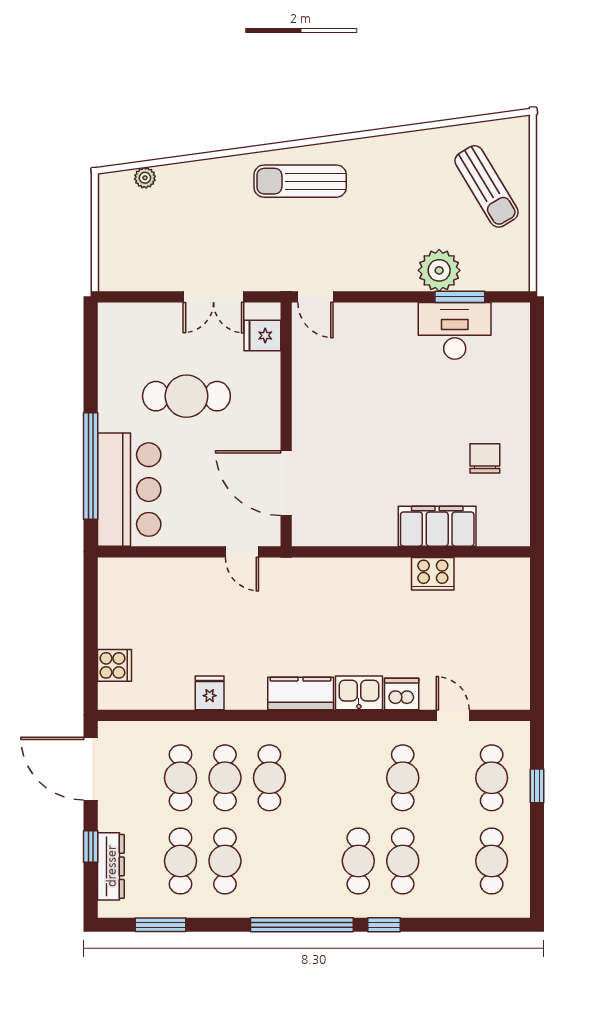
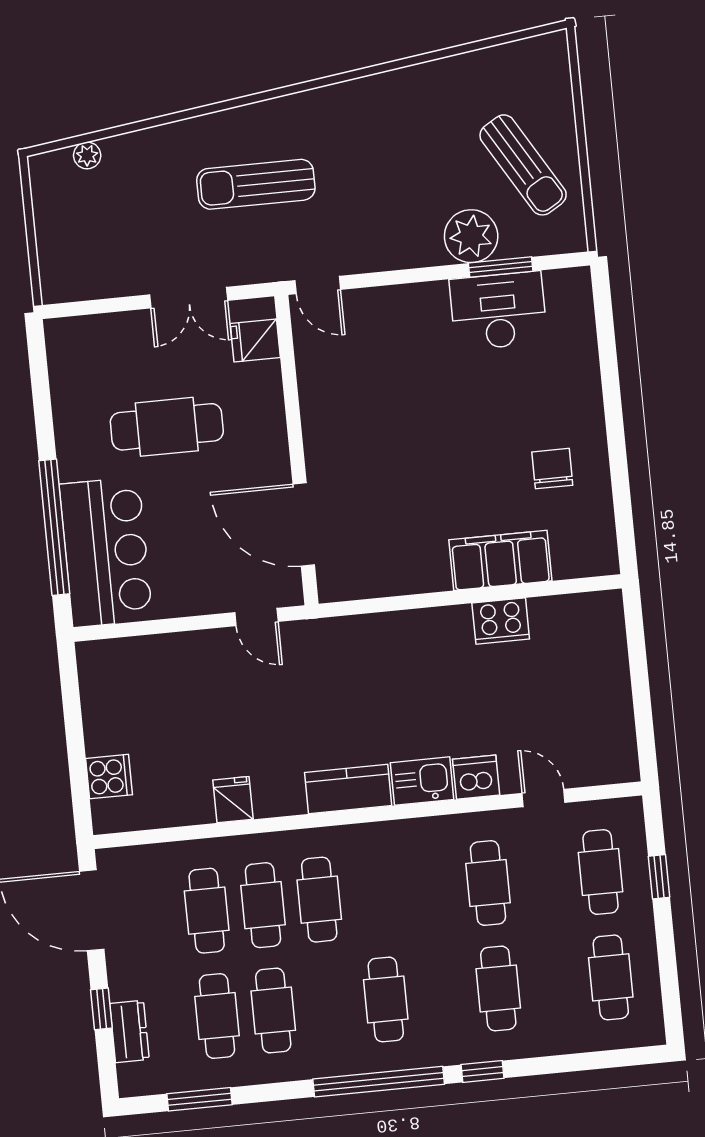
sun lounger: (300, 181) -> (256, 184), moved
sun lounger: (487, 186) -> (523, 165), moved
cafe table: (358, 861) -> (386, 999), moved
dresser: (111, 866) -> (129, 1031), width x0.70

